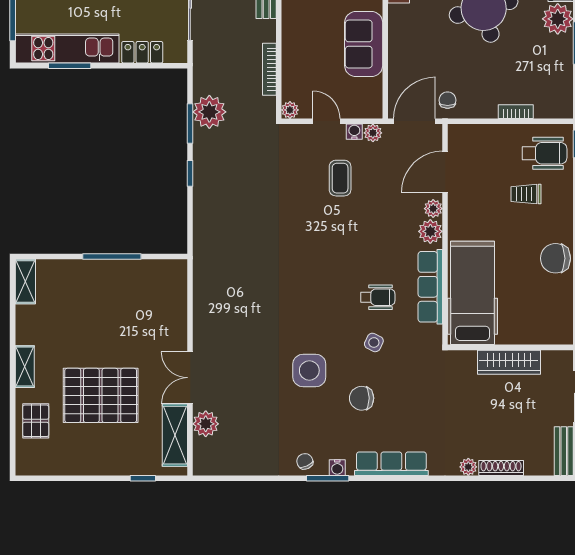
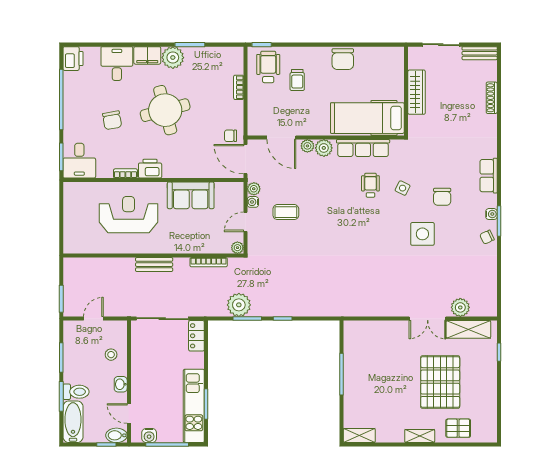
locker: (142, 52) -> (196, 336), moved
row of seats: (391, 464) -> (489, 176), width x0.68
plant: (468, 467) -> (491, 121), removed

